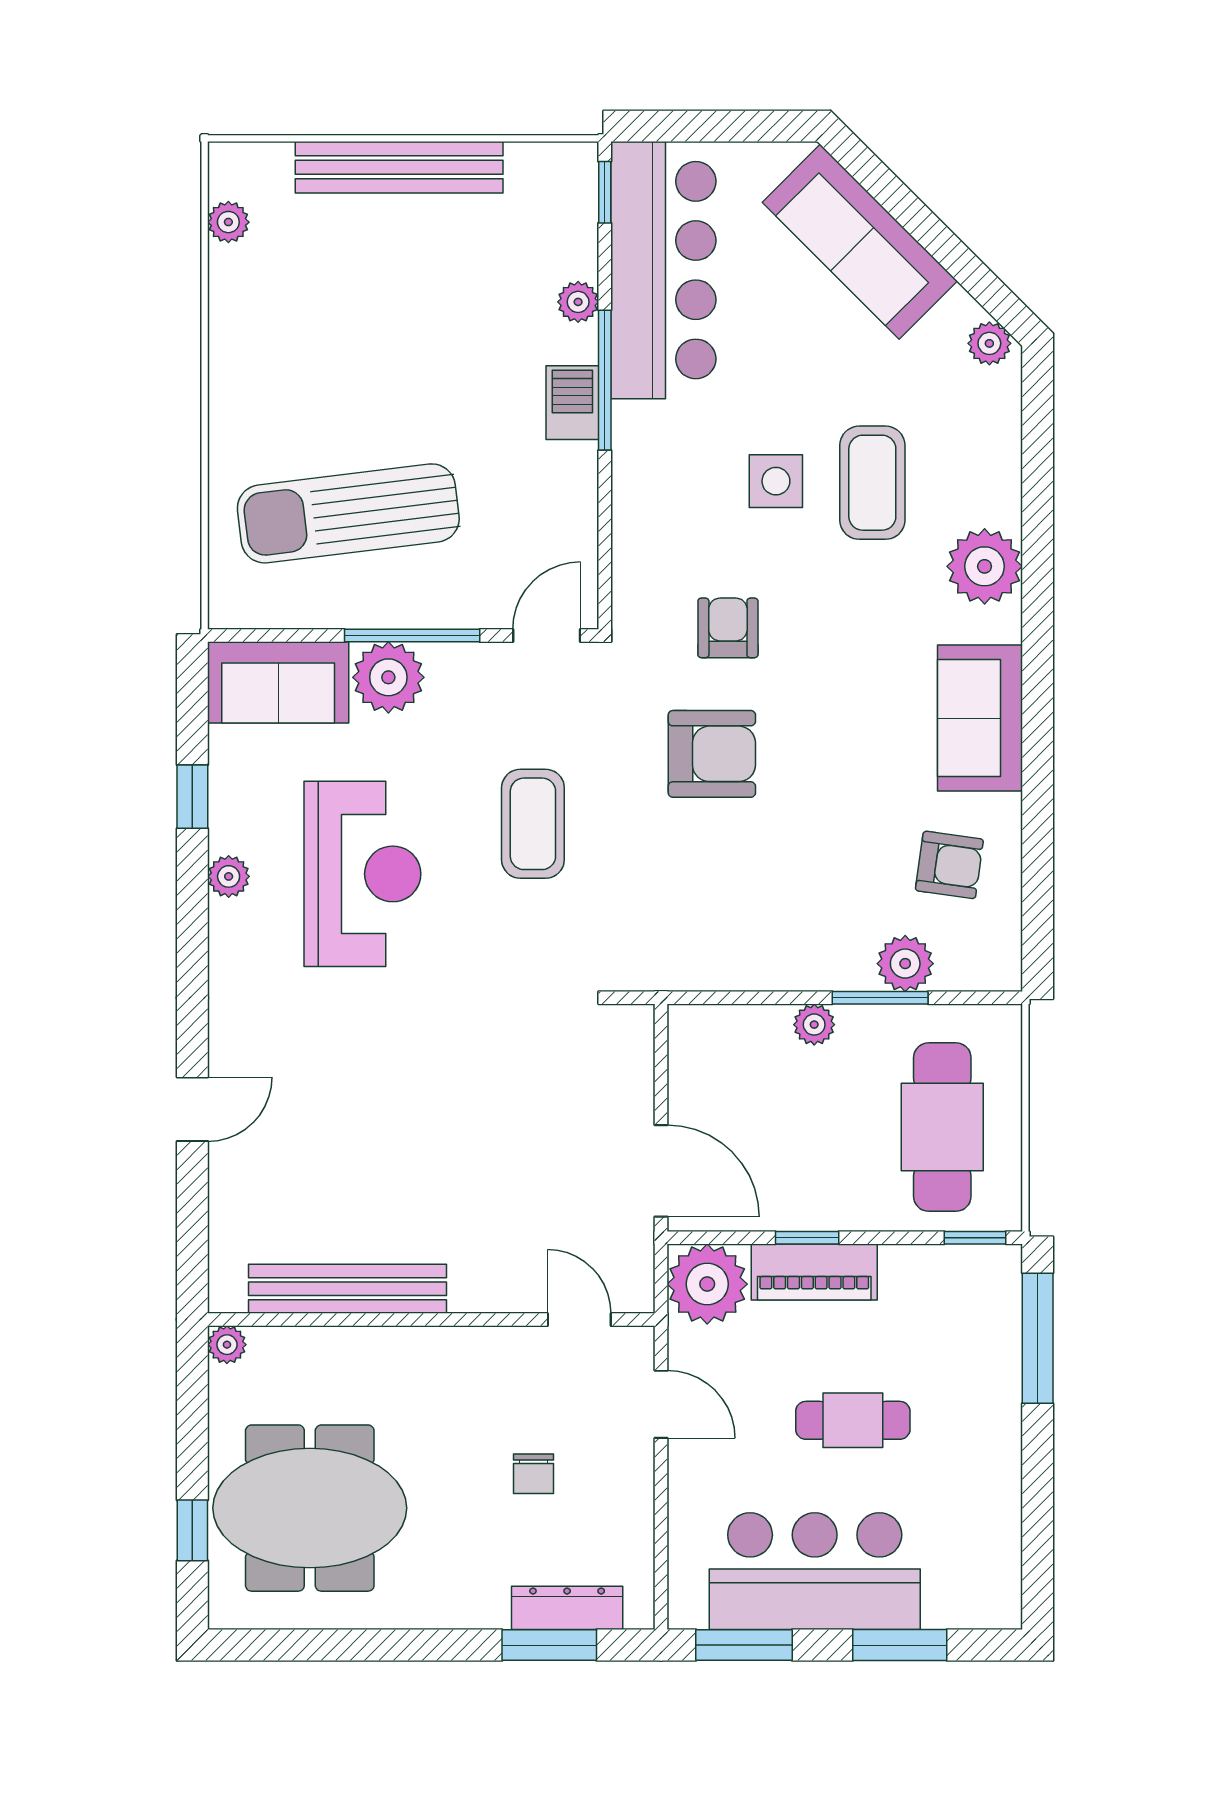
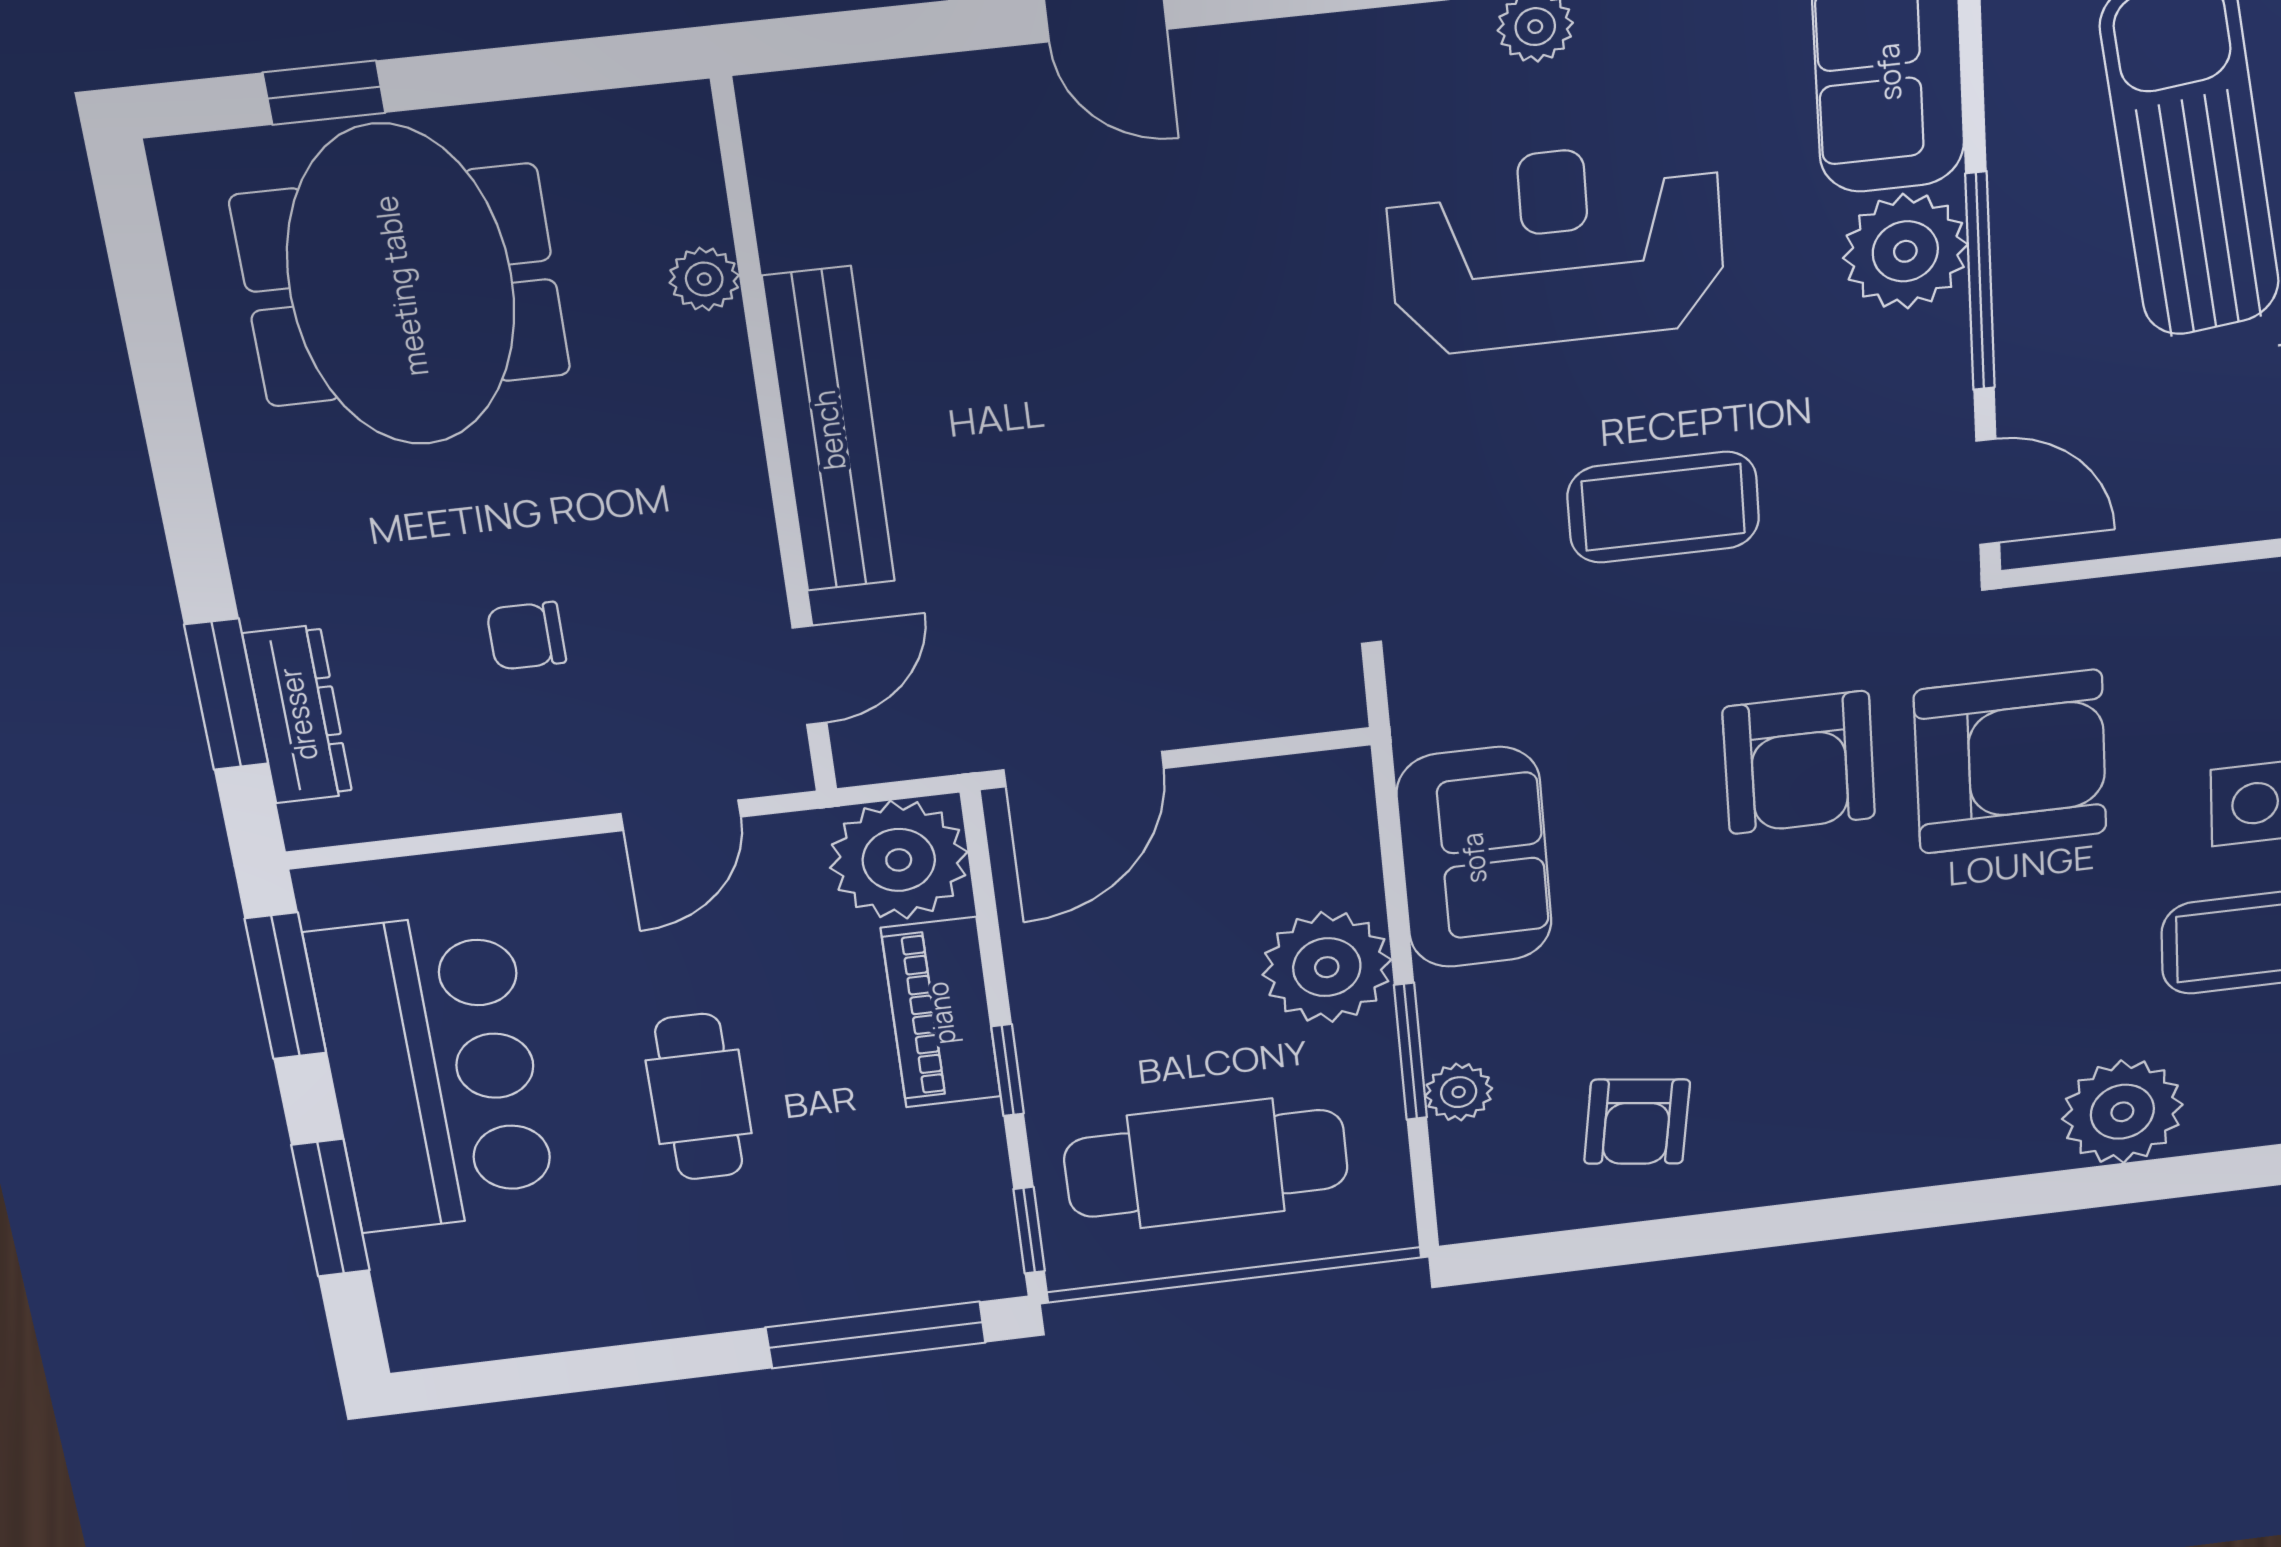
armchair: (728, 628) -> (2011, 762), width x1.88, depth x1.88
sofa: (980, 718) -> (1474, 858), moved, turned 90
reception desk: (362, 874) -> (1556, 247), turned 180
plant: (905, 964) -> (1459, 1092), width x0.73, depth x0.73
plant: (814, 1025) -> (1327, 967), width x1.88, depth x1.88
window: (807, 1238) -> (1008, 1070), moved
bench: (347, 1289) -> (829, 430), moved
plant: (227, 1345) -> (704, 279), moved

